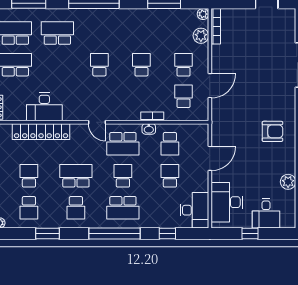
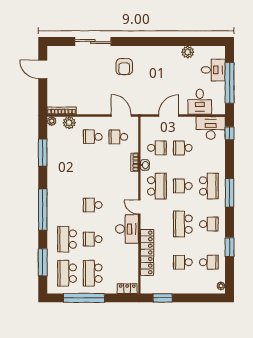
school desk: (141, 65) -> (93, 239), moved
door: (210, 86) -> (121, 115), moved
desk: (44, 107) -> (127, 229), moved
door: (97, 122) -> (139, 207), swing flipped
armchair: (272, 131) -> (124, 67), moved, turned 180
door: (210, 158) -> (169, 115), hinge flipped
desk: (227, 202) -> (200, 102), width x0.73
window: (115, 233) -> (230, 193), width x0.68
window: (167, 233) -> (230, 133), moved
window: (250, 233) -> (230, 83), width x3.17

